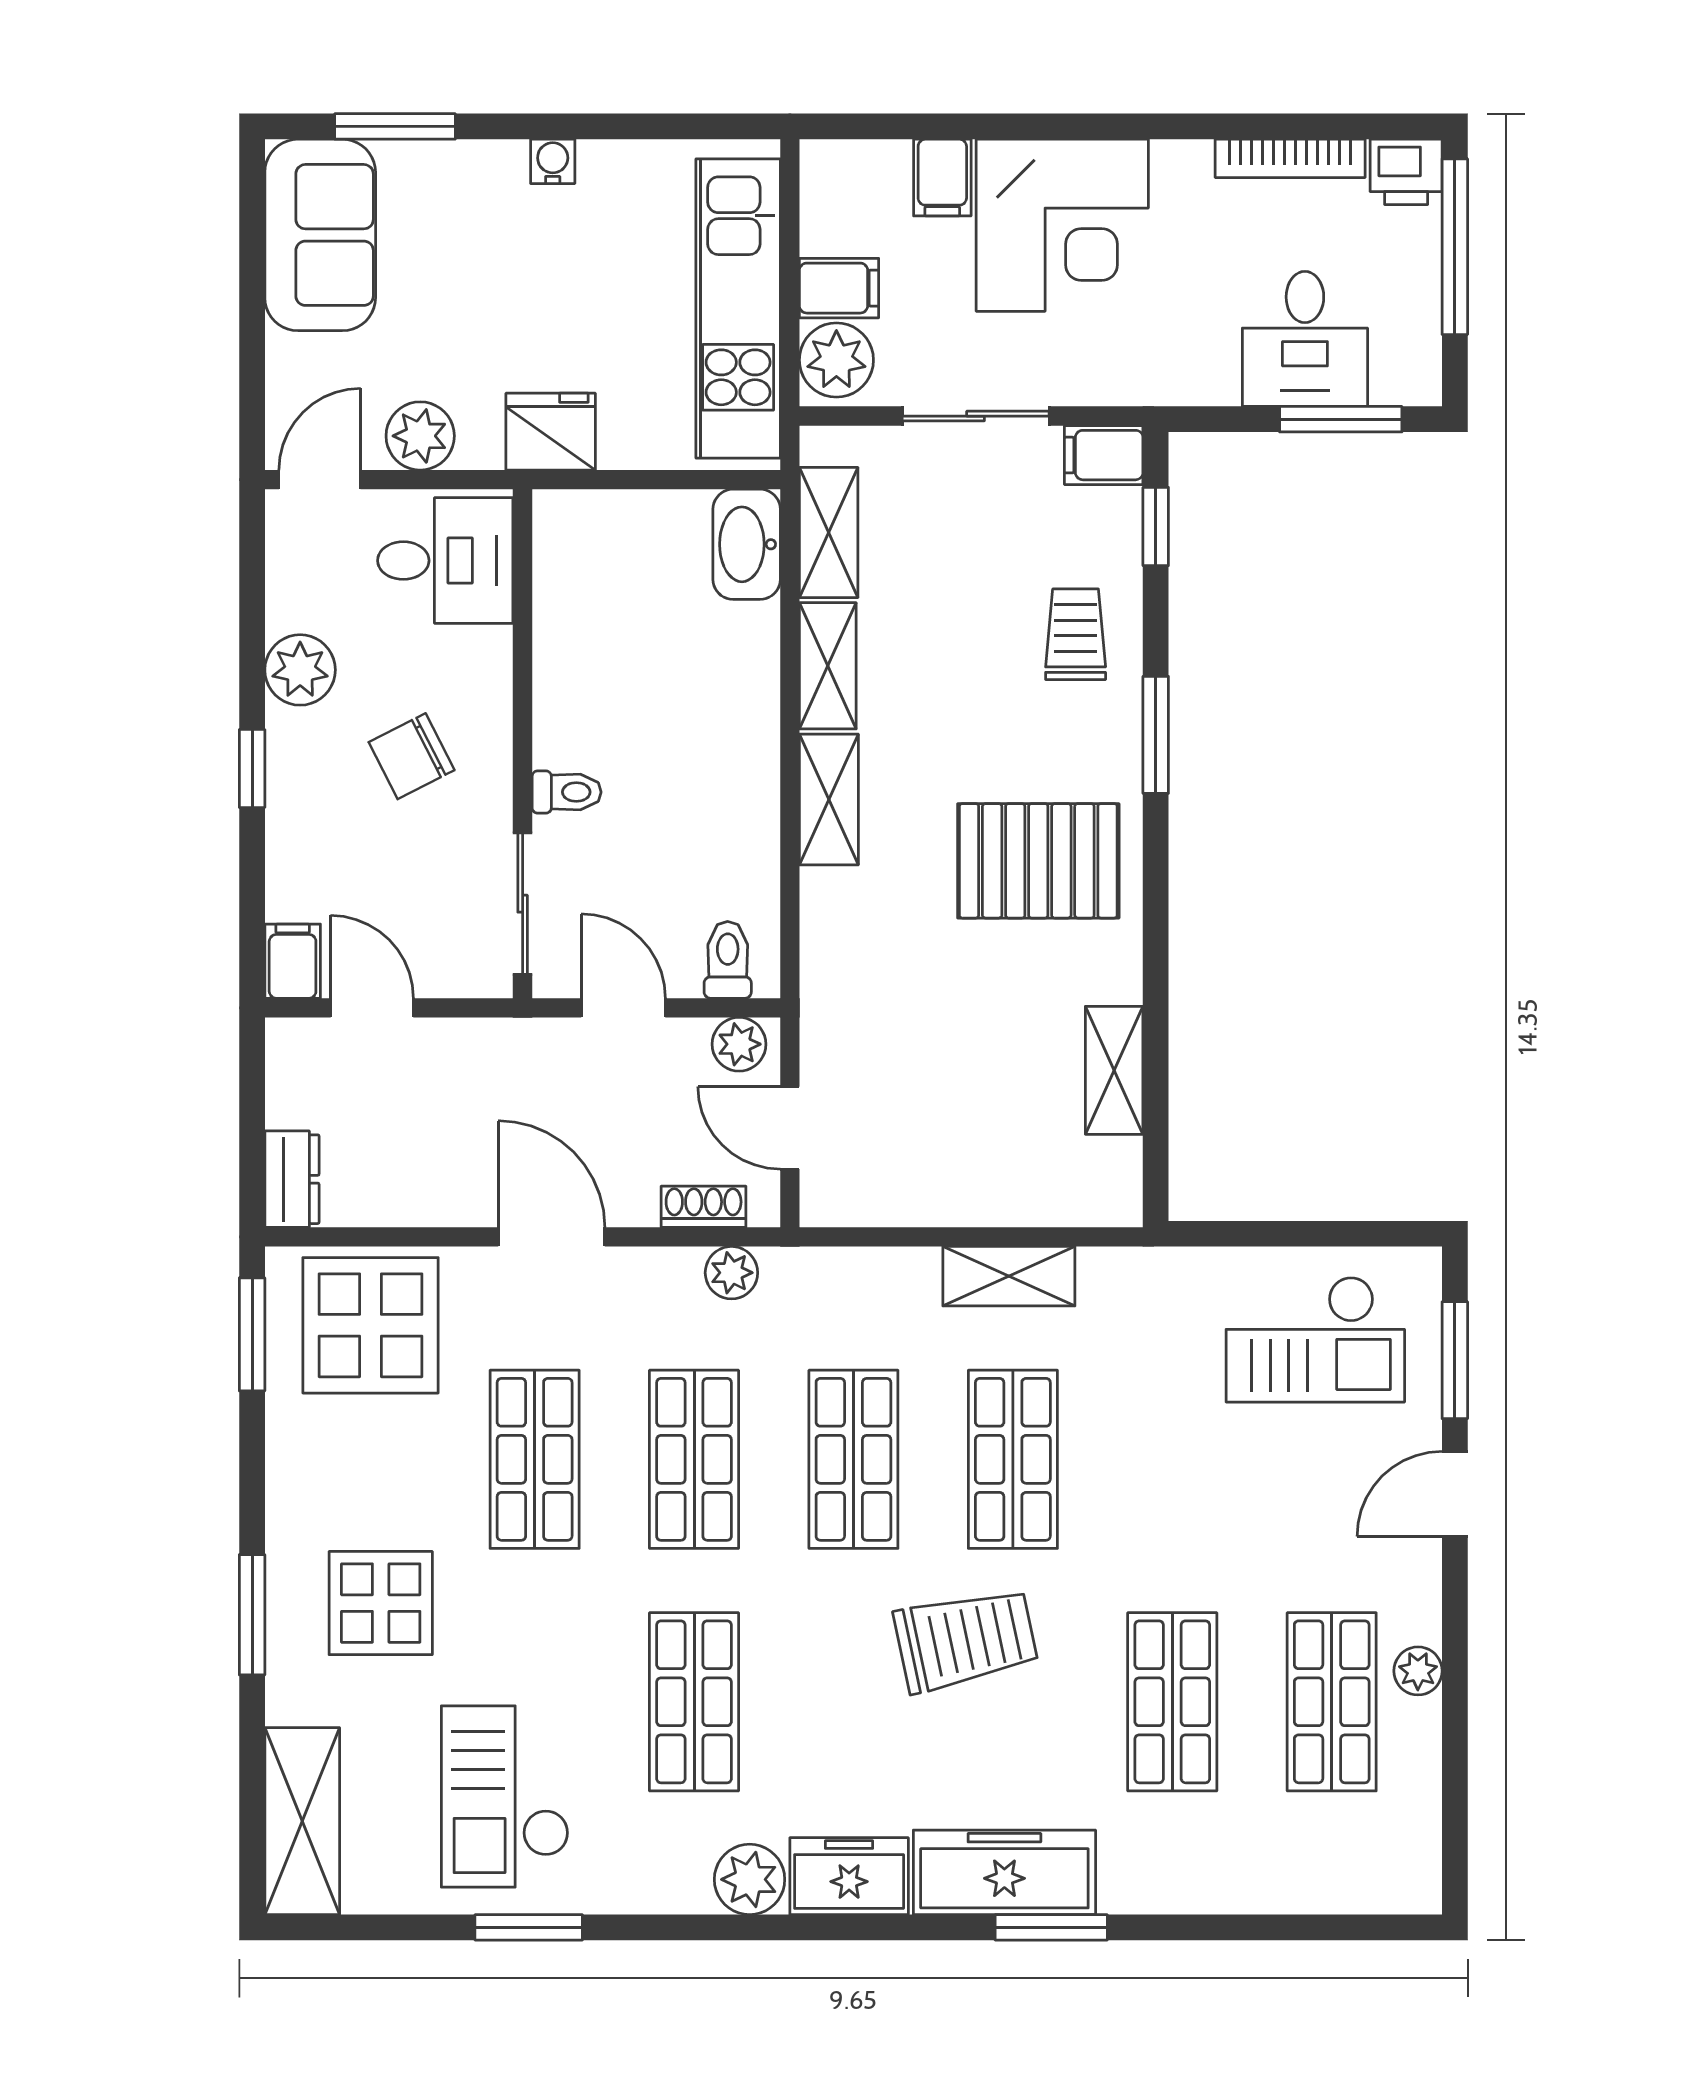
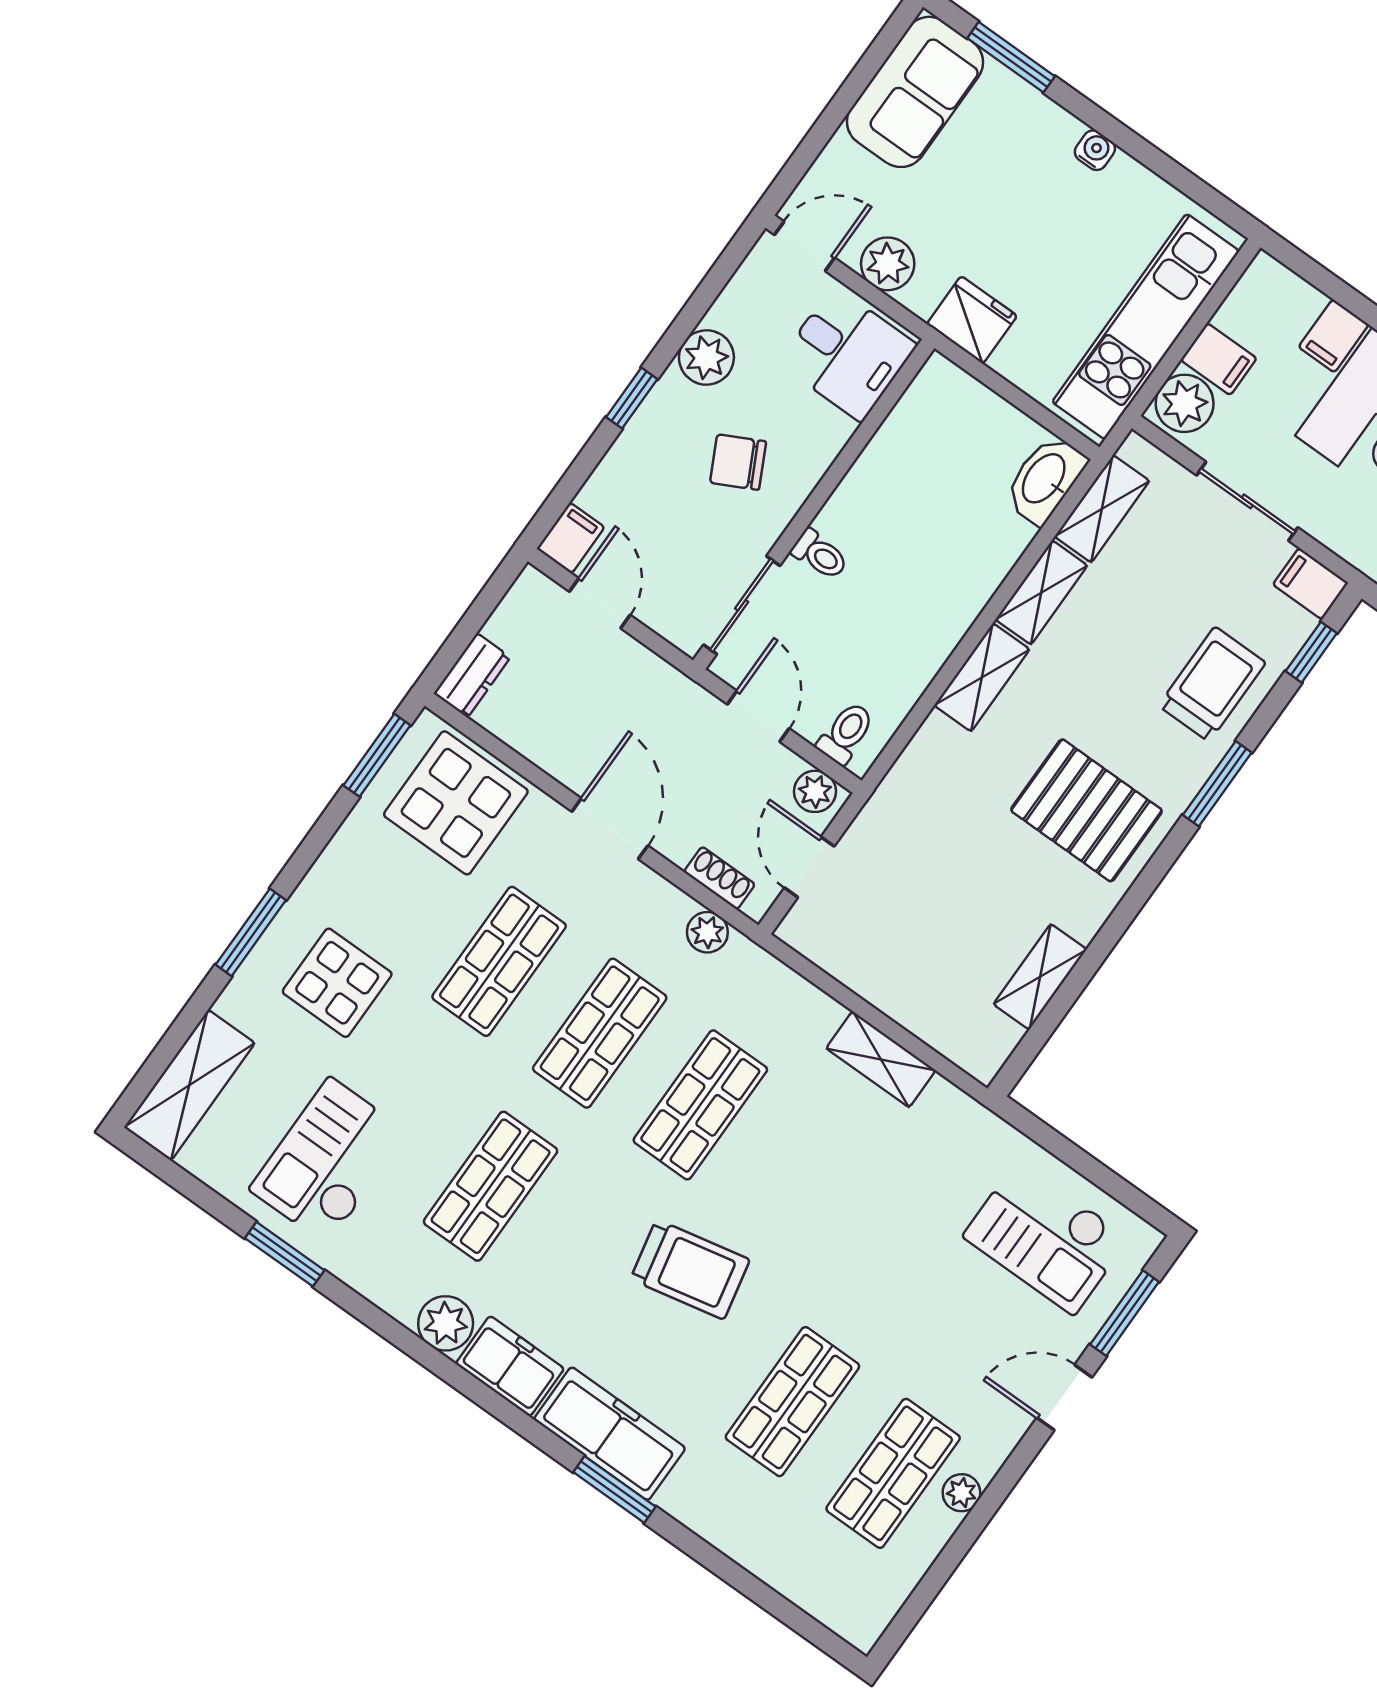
trolley: (1076, 634) -> (1212, 684), width x1.36, depth x1.39
shop shelf: (1013, 1459) -> (801, 1177), removed

